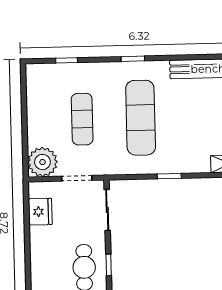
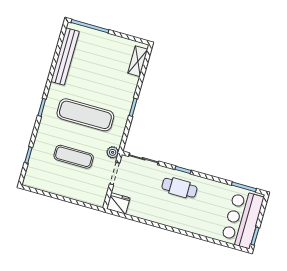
plant: (42, 162) -> (113, 152), moved, width x0.53, depth x0.53
fridge: (40, 212) -> (118, 203), moved

